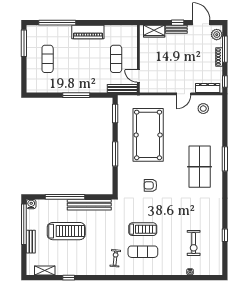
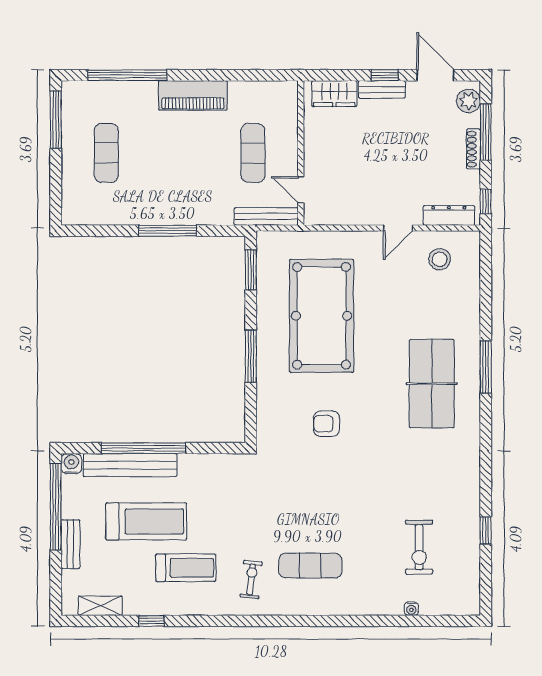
bench: (89, 205) -> (130, 465), moved
treadmill: (143, 229) -> (186, 568), moved

